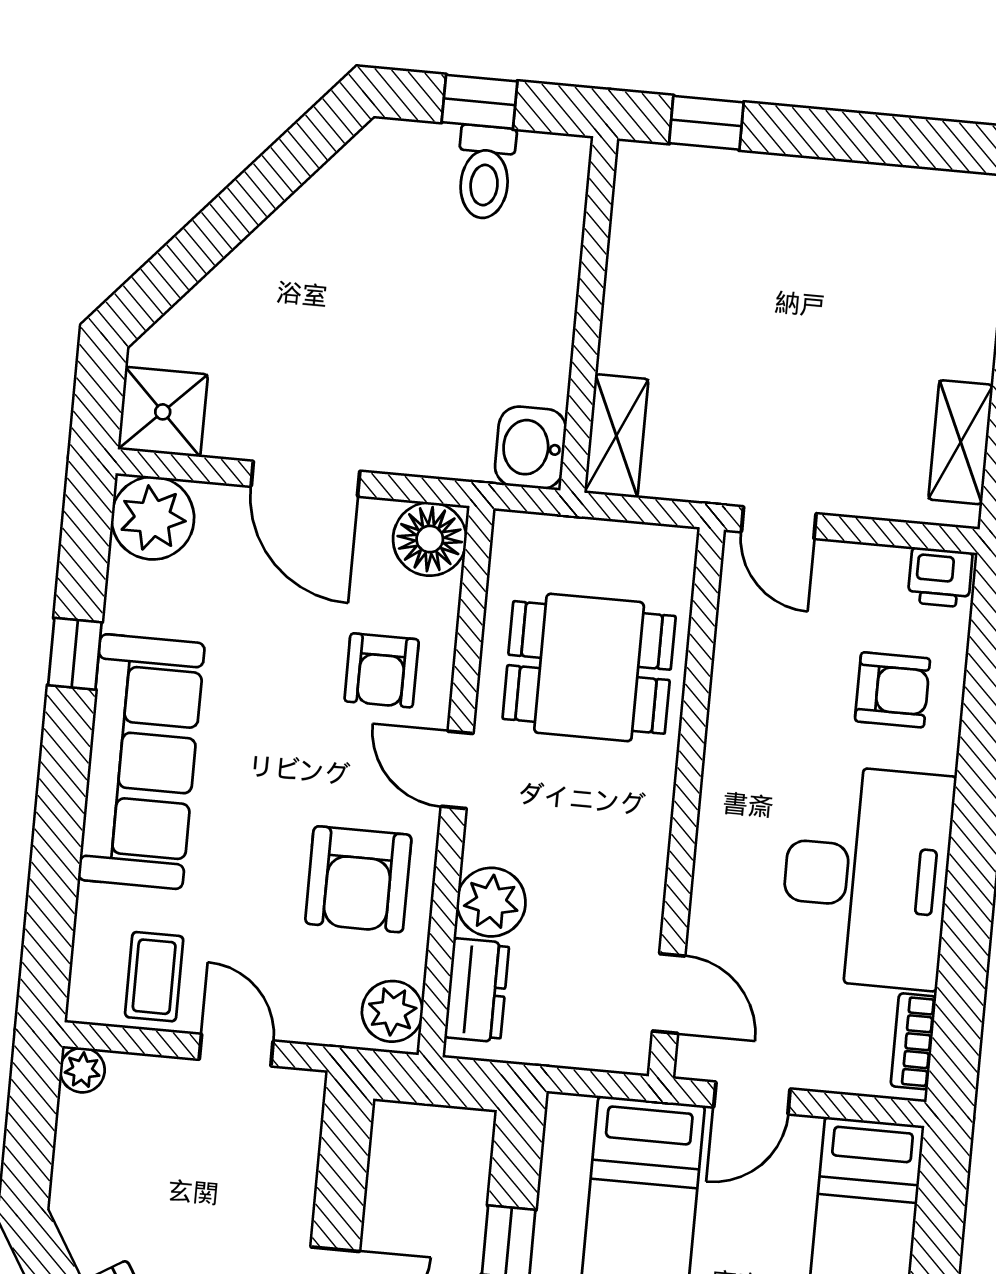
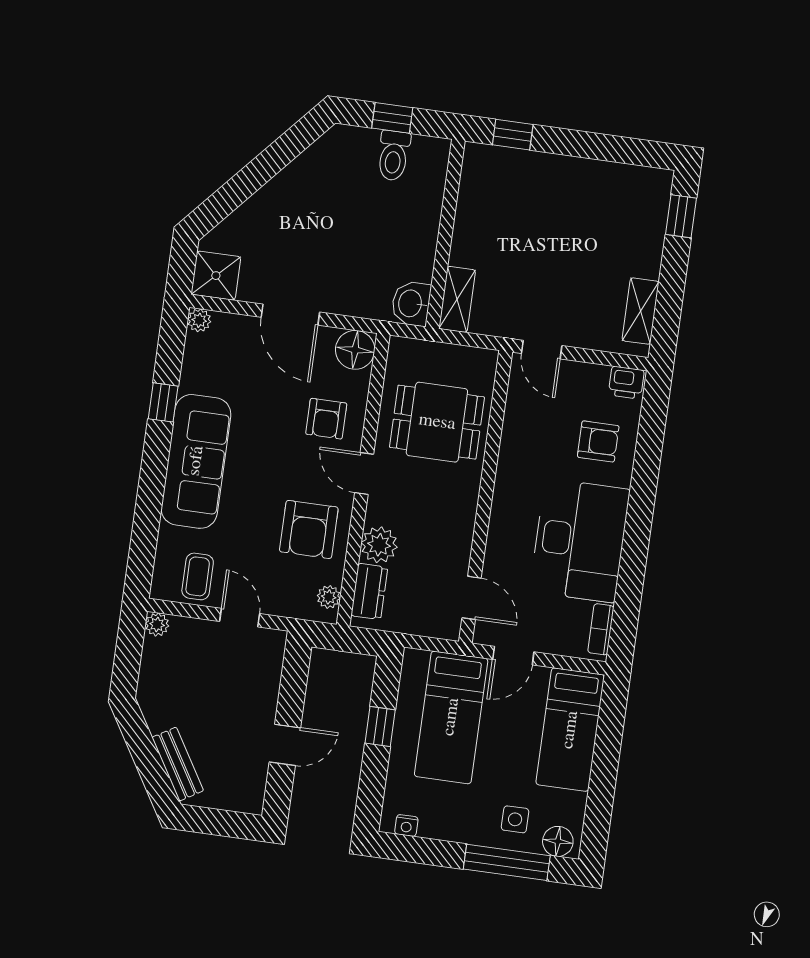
plant: (153, 518) -> (199, 320), width x0.53, depth x0.53
plant: (392, 1011) -> (329, 597), width x0.73, depth x0.73

